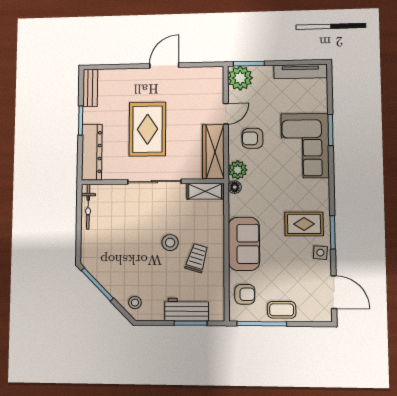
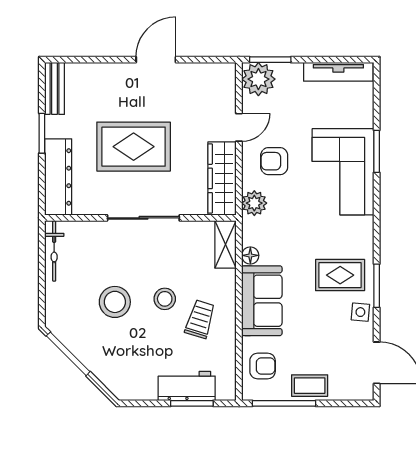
rug: (147, 129) -> (134, 147), turned 90
floor lamp: (235, 187) -> (250, 255), moved
shelving: (205, 191) -> (226, 244), moved, turned 90
stool: (135, 303) -> (115, 302), moved, width x1.89, depth x1.89

